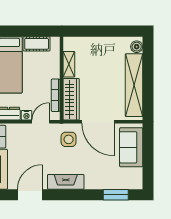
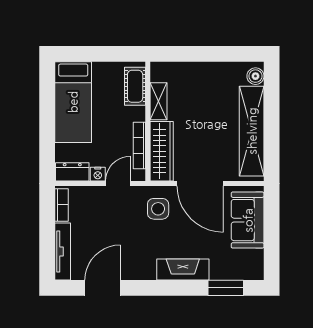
cot: (37, 44) -> (135, 86), moved, turned 90
fireplace: (66, 182) -> (183, 269), moved

